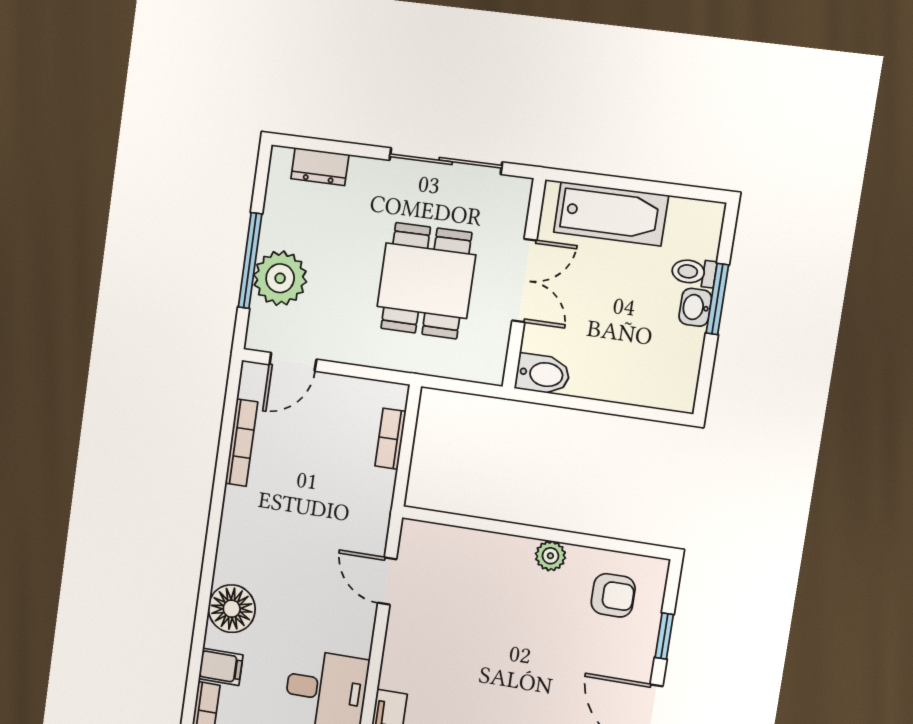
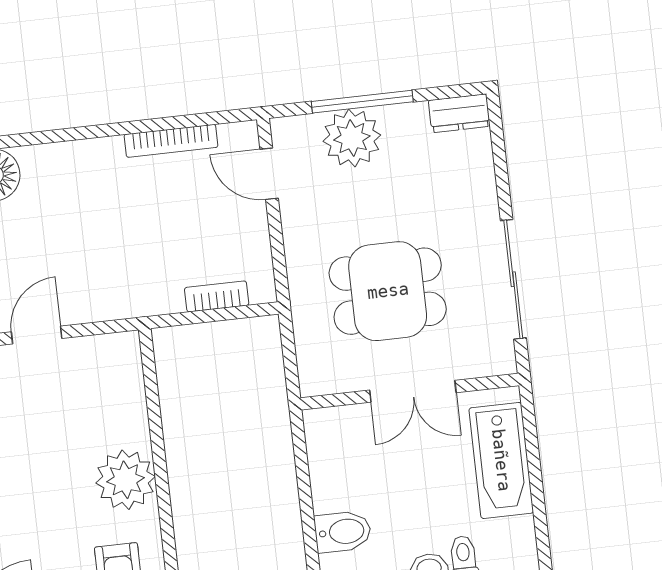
dresser: (320, 167) -> (459, 113), moved, turned -90
bidet: (543, 374) -> (343, 532), moved, turned -90
plant: (550, 556) -> (125, 480), width x1.88, depth x1.88
door: (387, 581) -> (37, 335), moved

